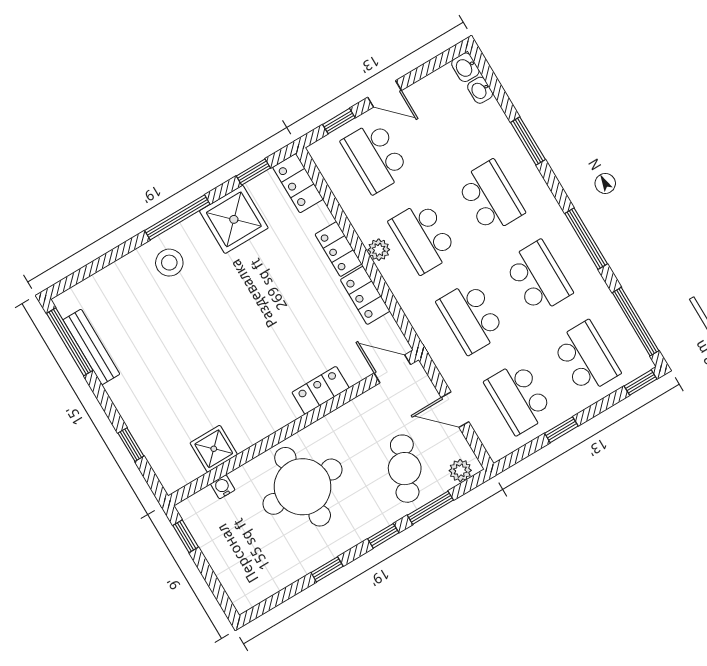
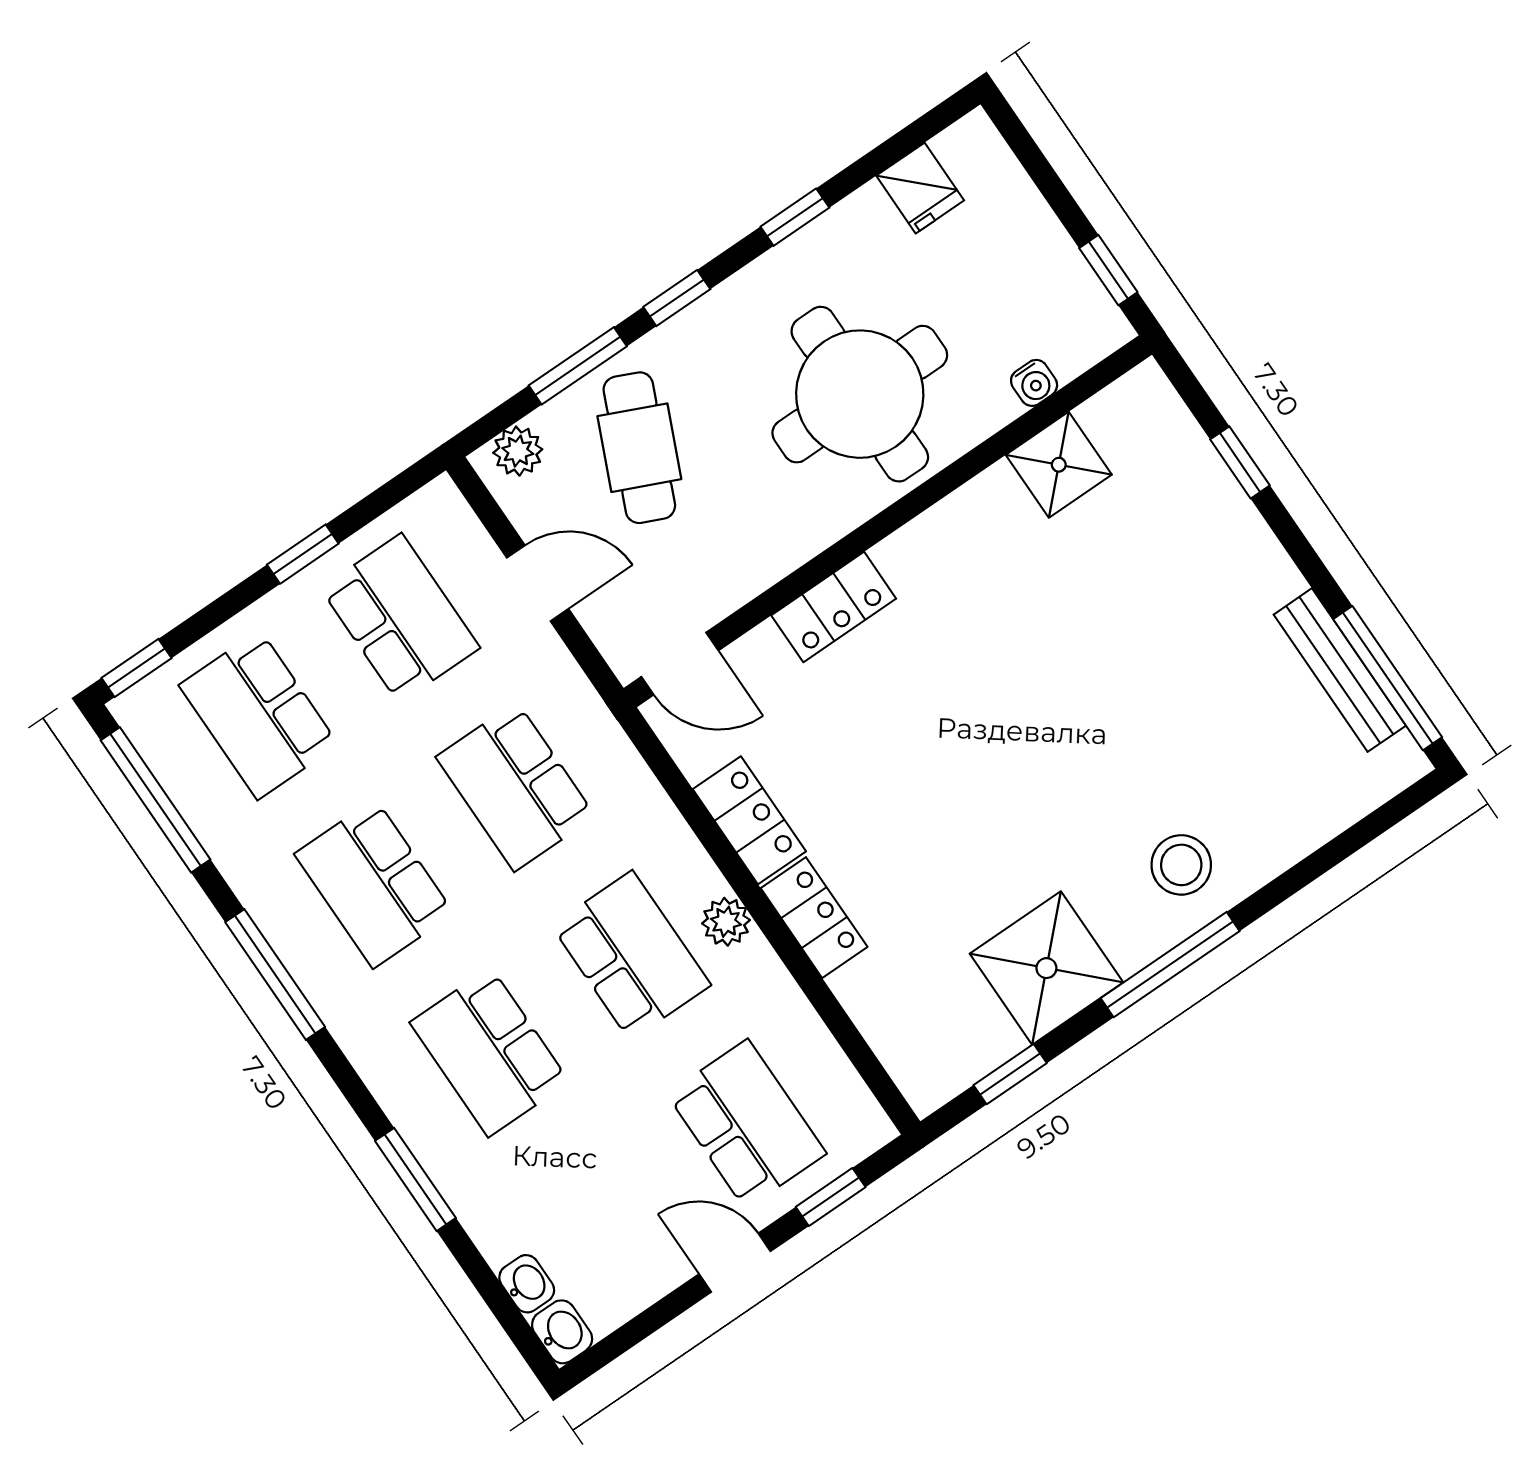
locker: (298, 183) -> (912, 1056), removed
school desk: (471, 317) -> (516, 787), turned 180
fridge: (269, 579) -> (920, 188), added

